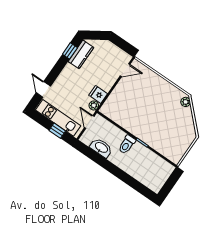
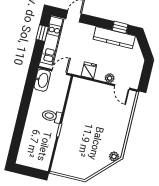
kitchen counter: (81, 54) -> (114, 38), width x1.50
plant: (94, 105) -> (110, 78), moved
window: (57, 131) -> (42, 33), moved
washbasin: (101, 148) -> (42, 80), moved

